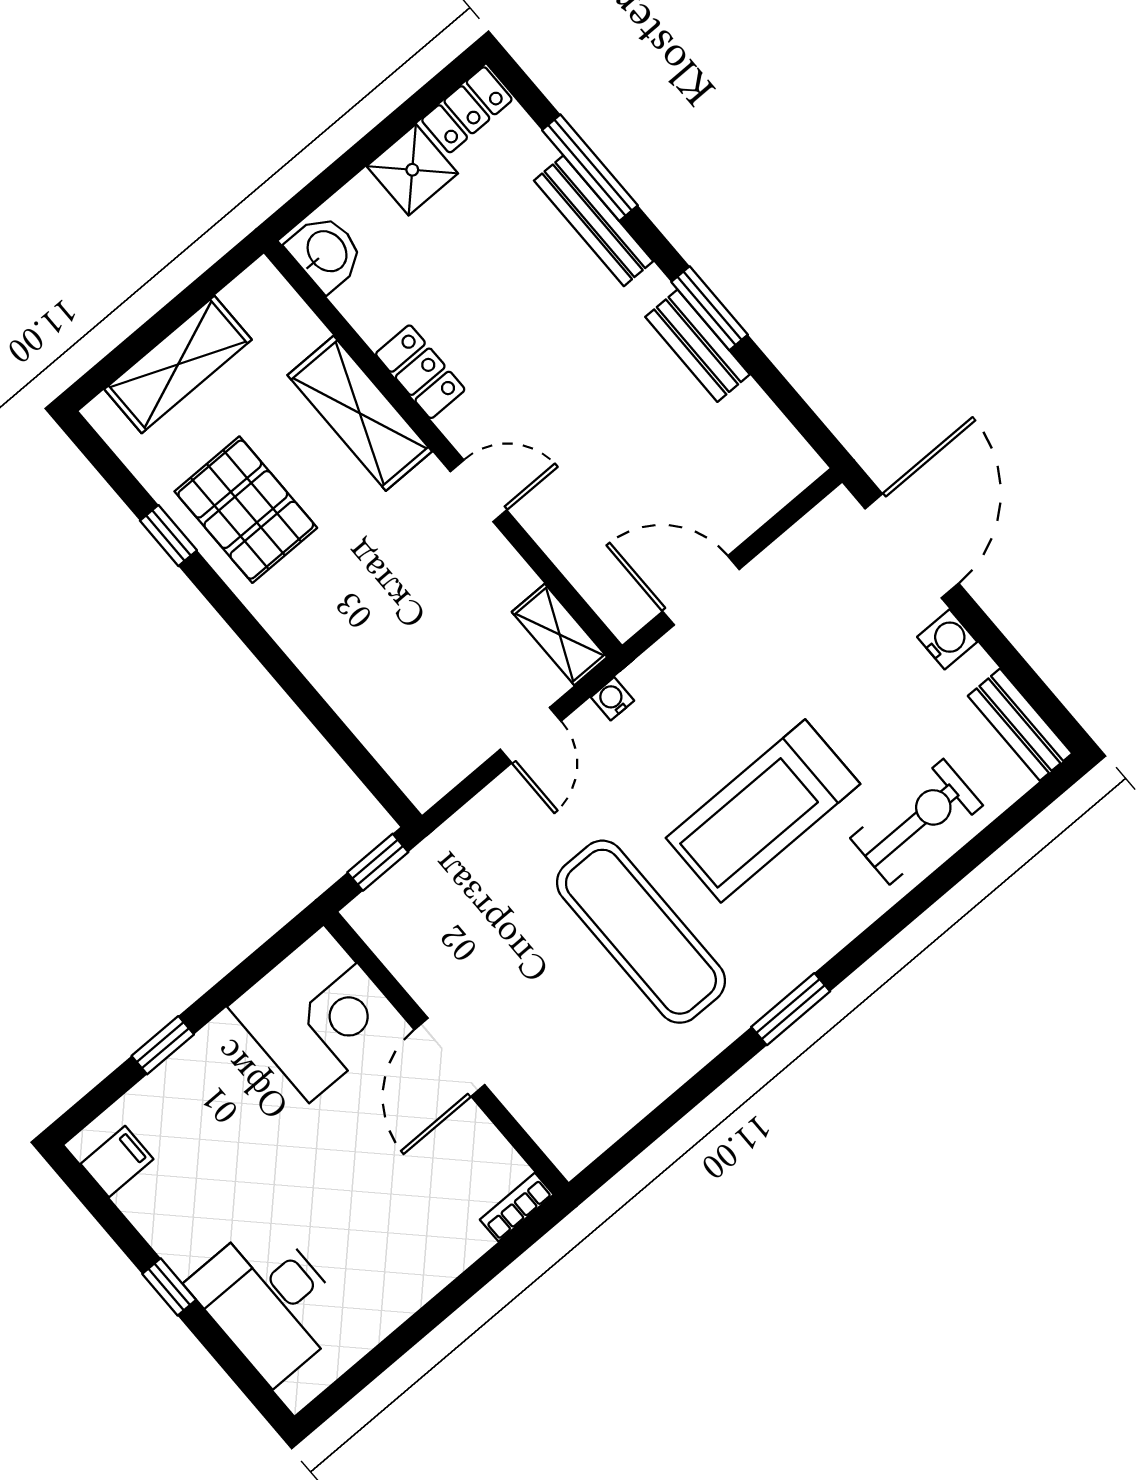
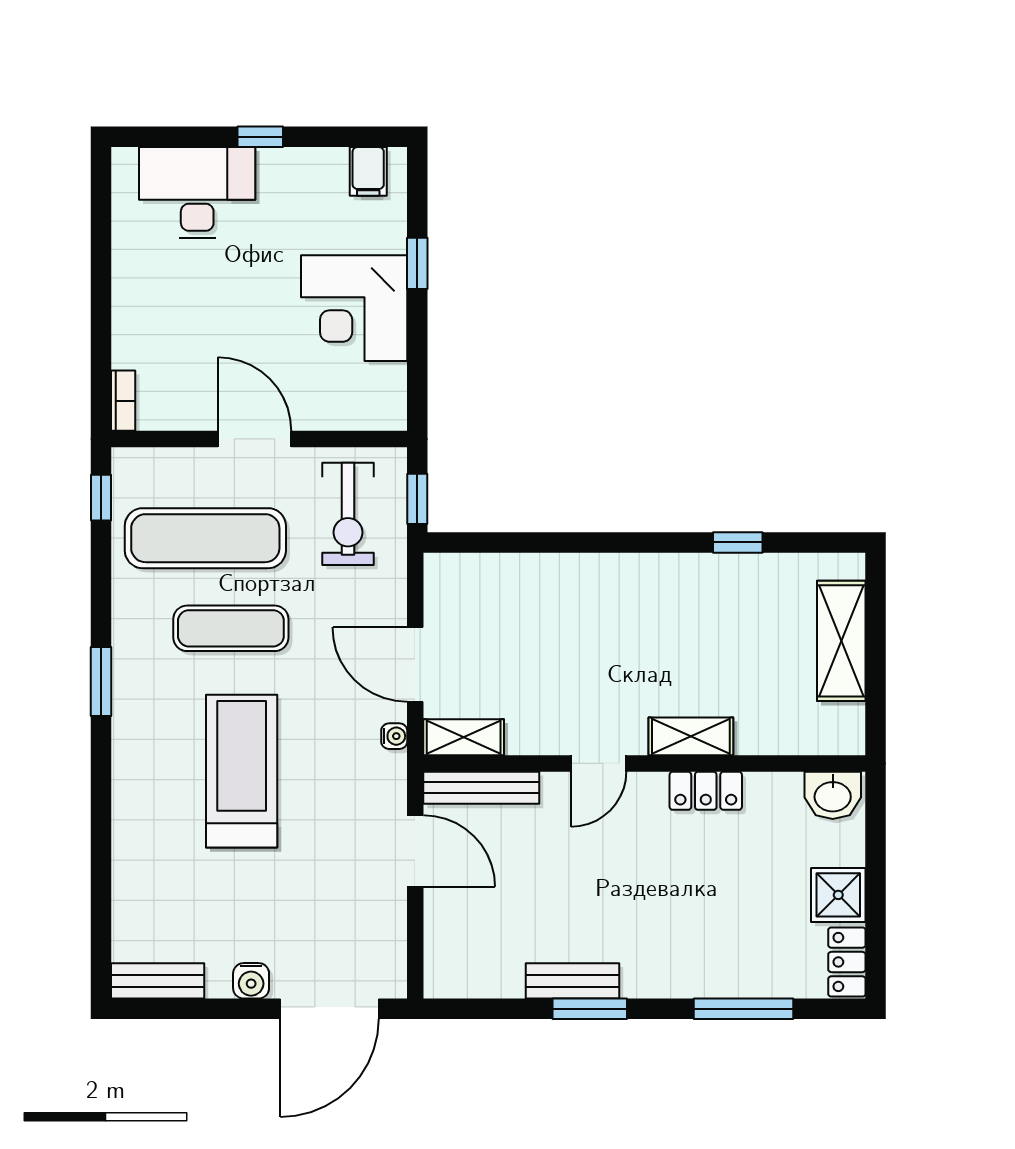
bench: (594, 221) -> (481, 788), moved
shelving: (360, 413) -> (691, 736), width x0.67, depth x0.75
pallet: (246, 510) -> (712, 606), removed
door: (912, 546) -> (329, 1009), hinge flipped
door: (701, 590) -> (415, 851), hinge flipped
door: (531, 735) -> (415, 664), width x1.38
exercise bike: (917, 822) -> (348, 514), moved
exercise mat: (641, 932) -> (231, 628), width x0.73, depth x0.69
corner desk: (316, 1014) -> (354, 308), moved
exercise mat: (578, 1025) -> (205, 538), added
window: (623, 1152) -> (101, 498), added

